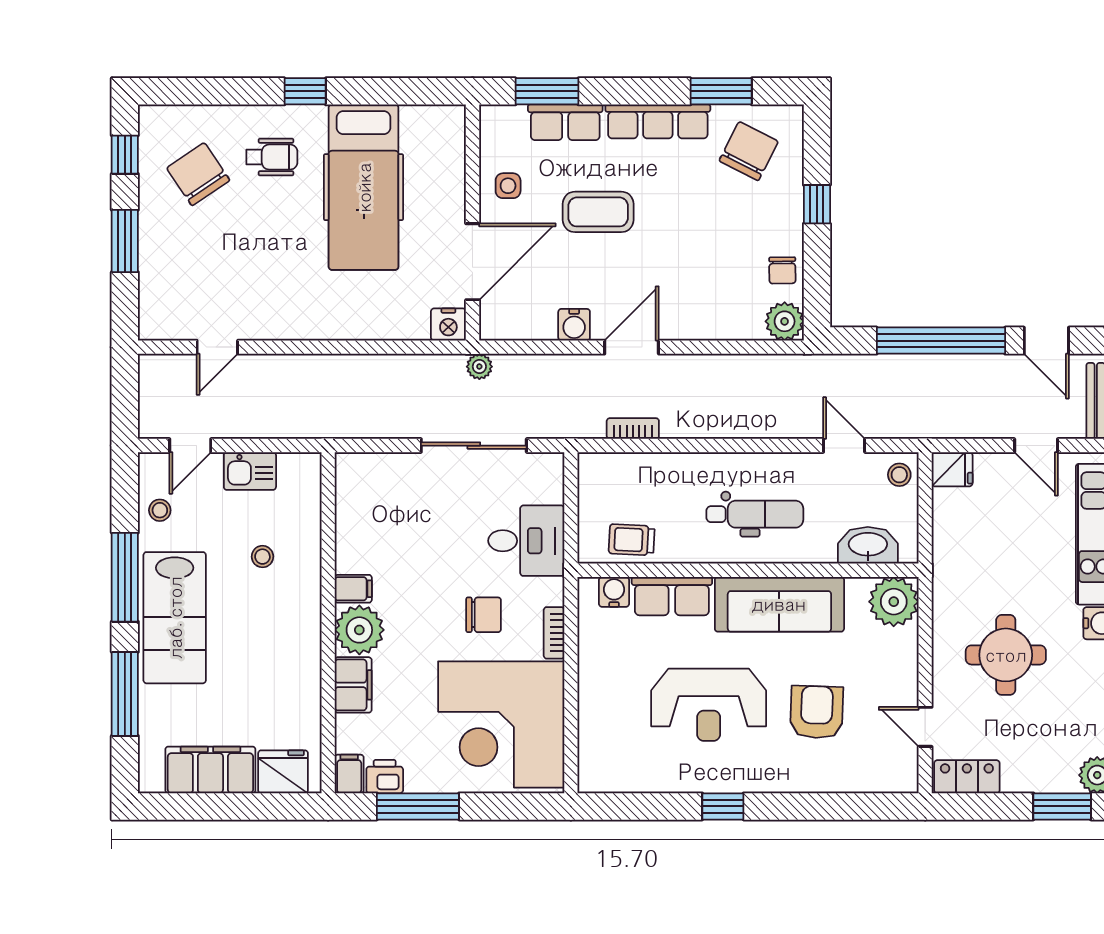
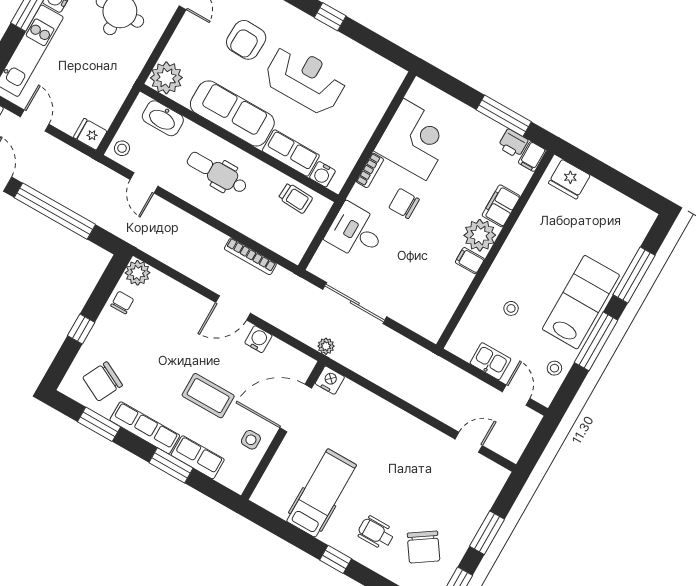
window: (547, 91) -> (171, 465), moved
hospital bed: (364, 187) -> (321, 493), width x0.73, depth x0.78
bookcase: (633, 429) -> (250, 256), width x1.56
door: (190, 446) -> (516, 395), hinge flipped
corner desk: (501, 724) -> (415, 139), width x0.74, depth x0.74
filing cabinet: (210, 770) -> (610, 204), removed

